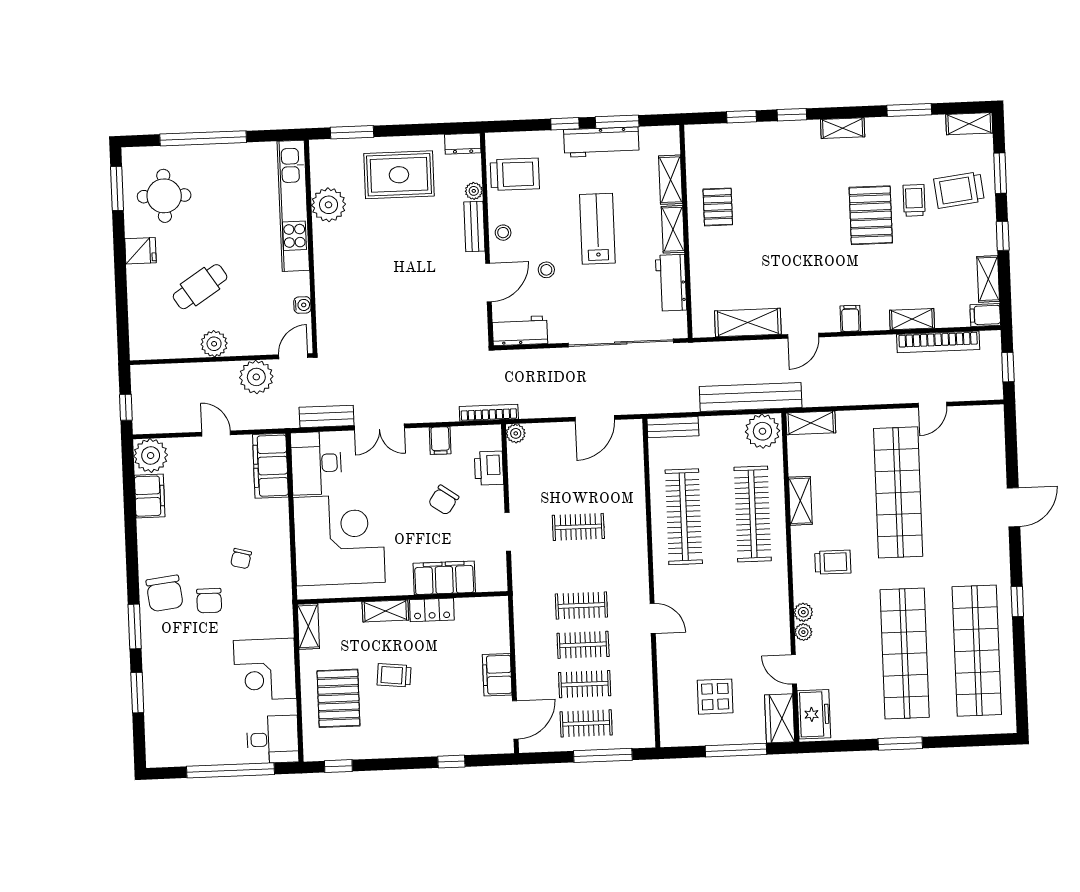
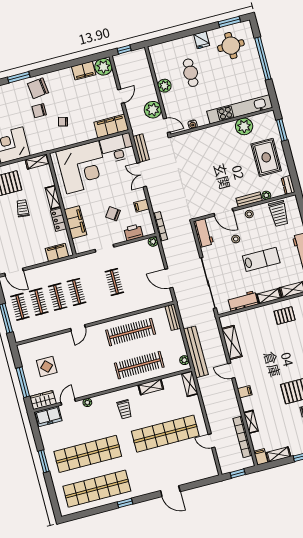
cafe table: (200, 287) -> (191, 73), turned 33
plant: (762, 431) -> (184, 360), width x0.53, depth x0.53
plant: (803, 612) -> (97, 400), removed
filing cabinet: (497, 675) -> (57, 252), moved

